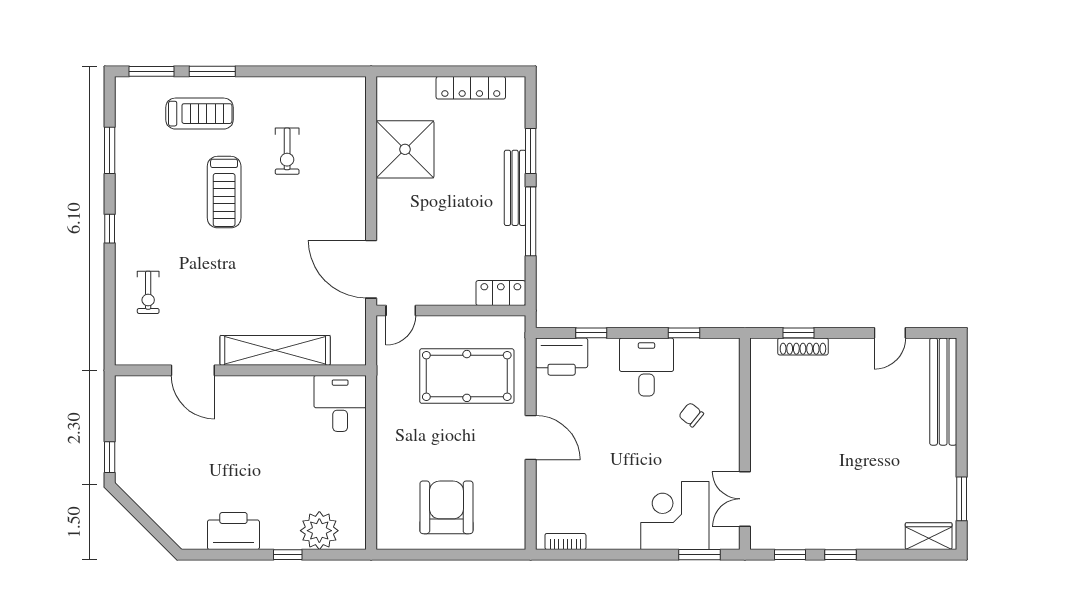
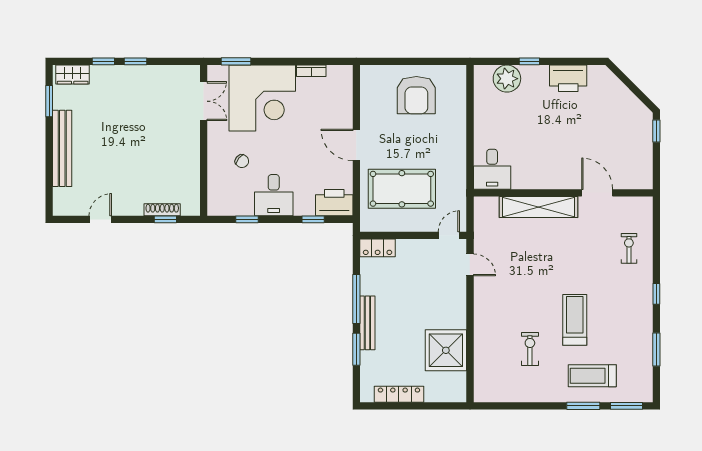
door: (371, 269) -> (470, 265), width x0.53
bench: (943, 392) -> (62, 148), moved
corner desk: (675, 516) -> (262, 98), width x1.36, depth x1.36
bookcase: (565, 541) -> (311, 71), moved
window: (790, 555) -> (103, 61), moved

